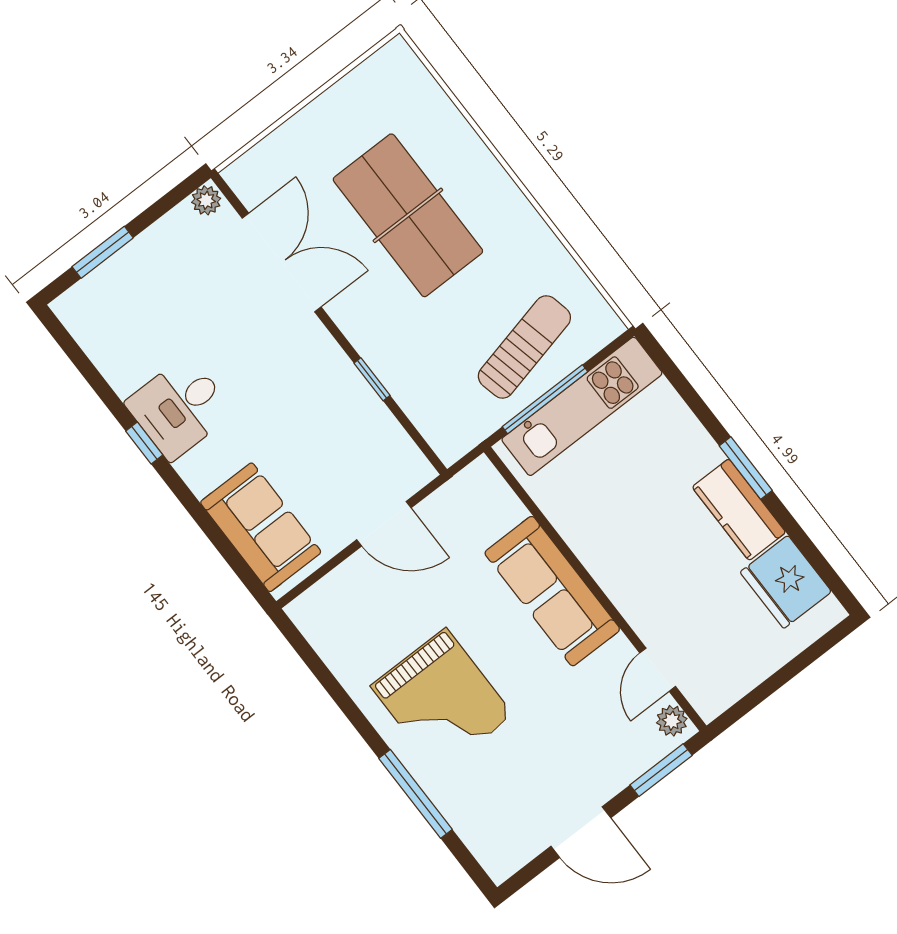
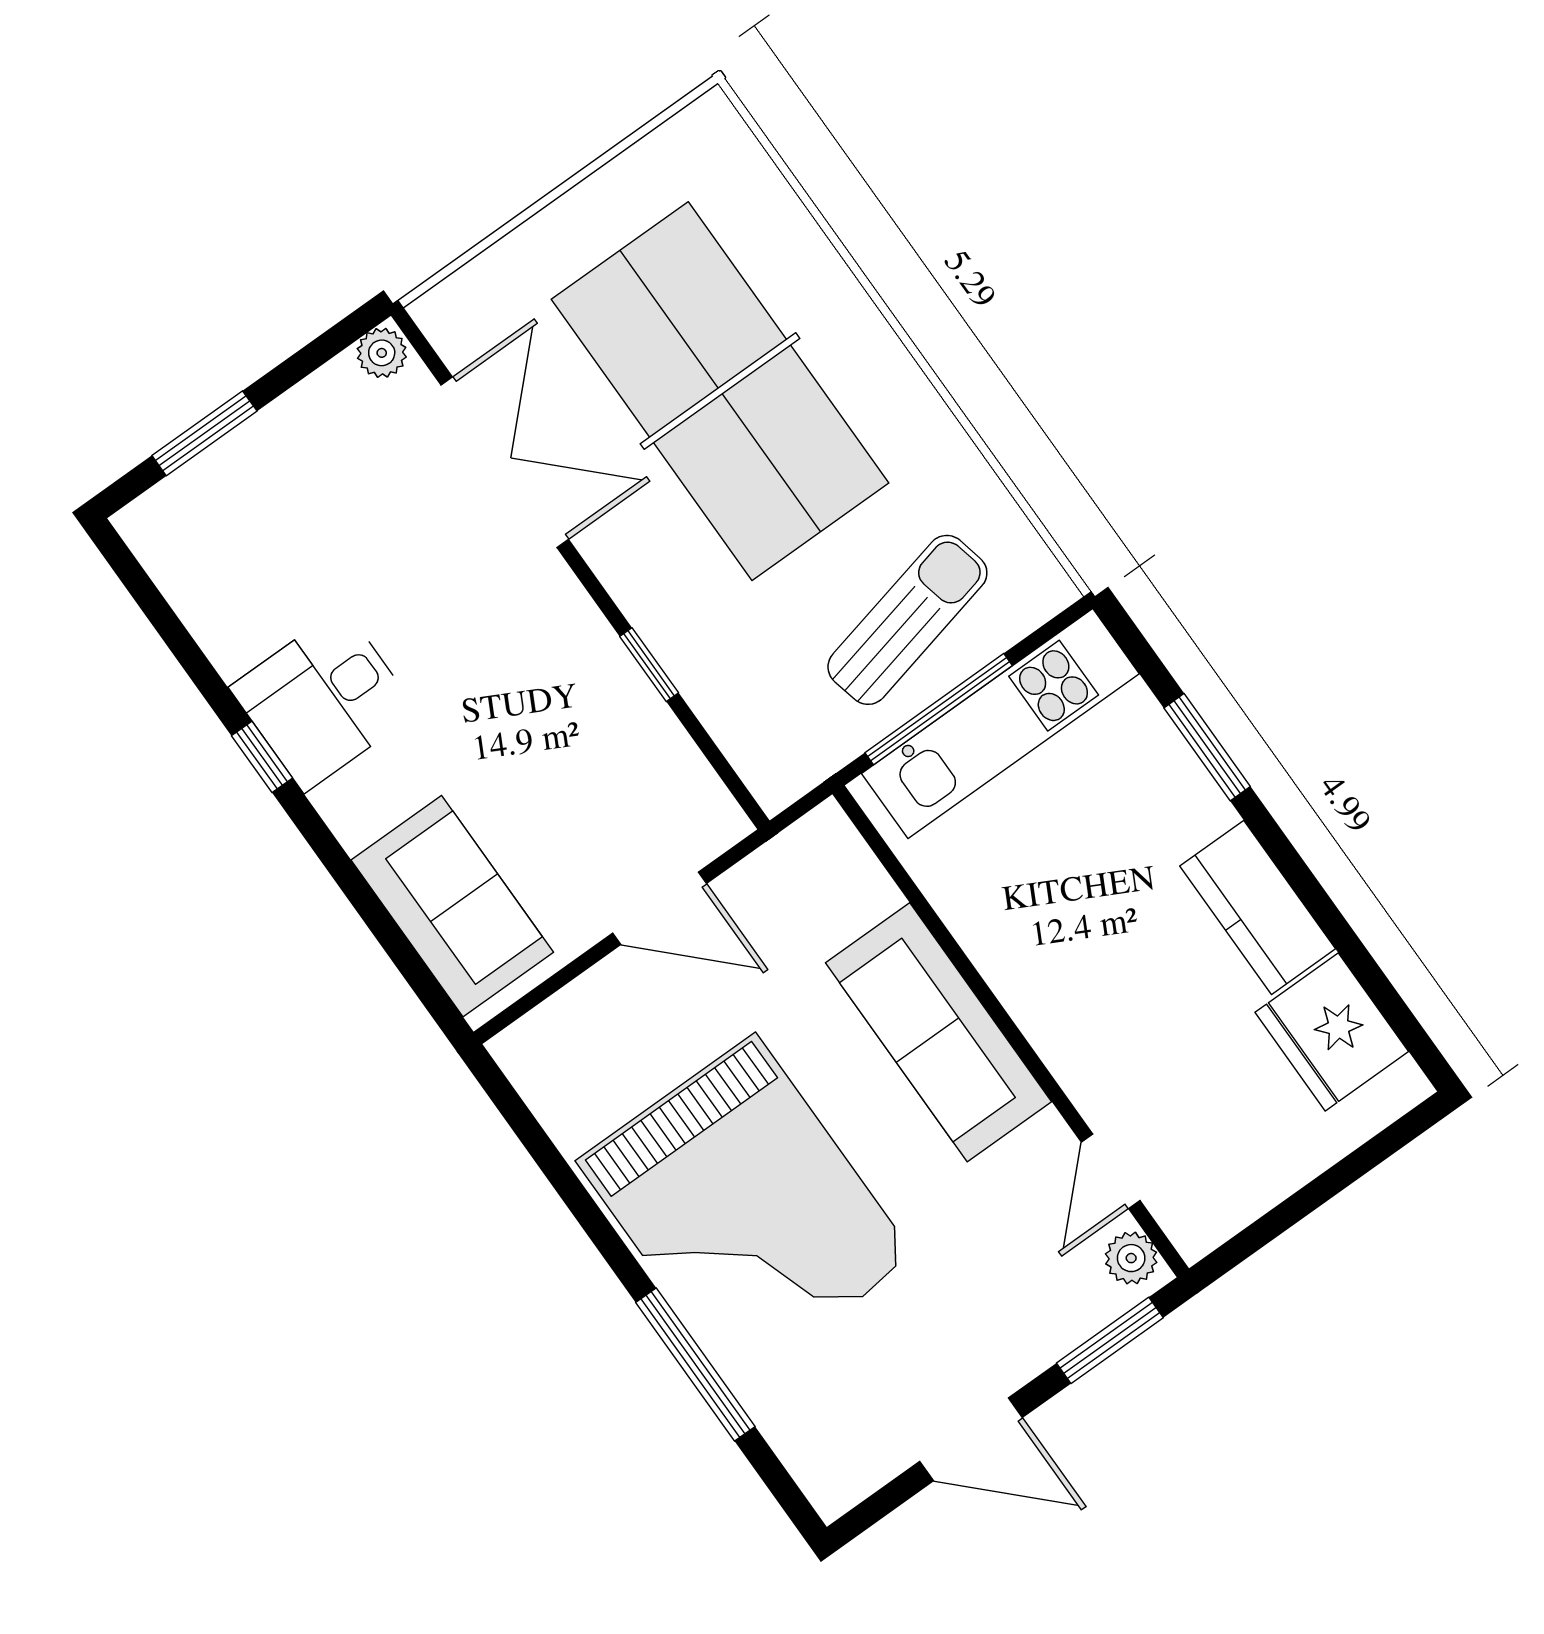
table tennis table: (408, 215) -> (720, 391), width x1.36, depth x1.32
window: (746, 468) -> (1207, 747), moved
grand piano: (442, 701) -> (746, 1209), width x1.37, depth x1.48

